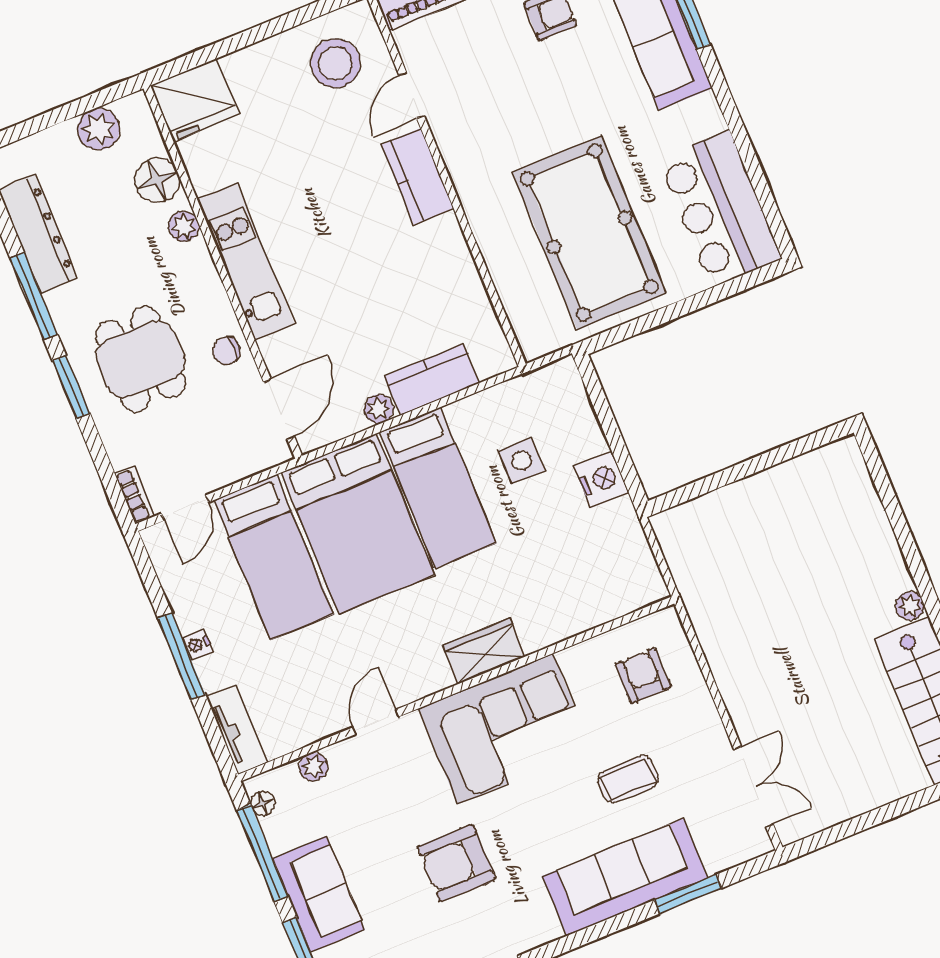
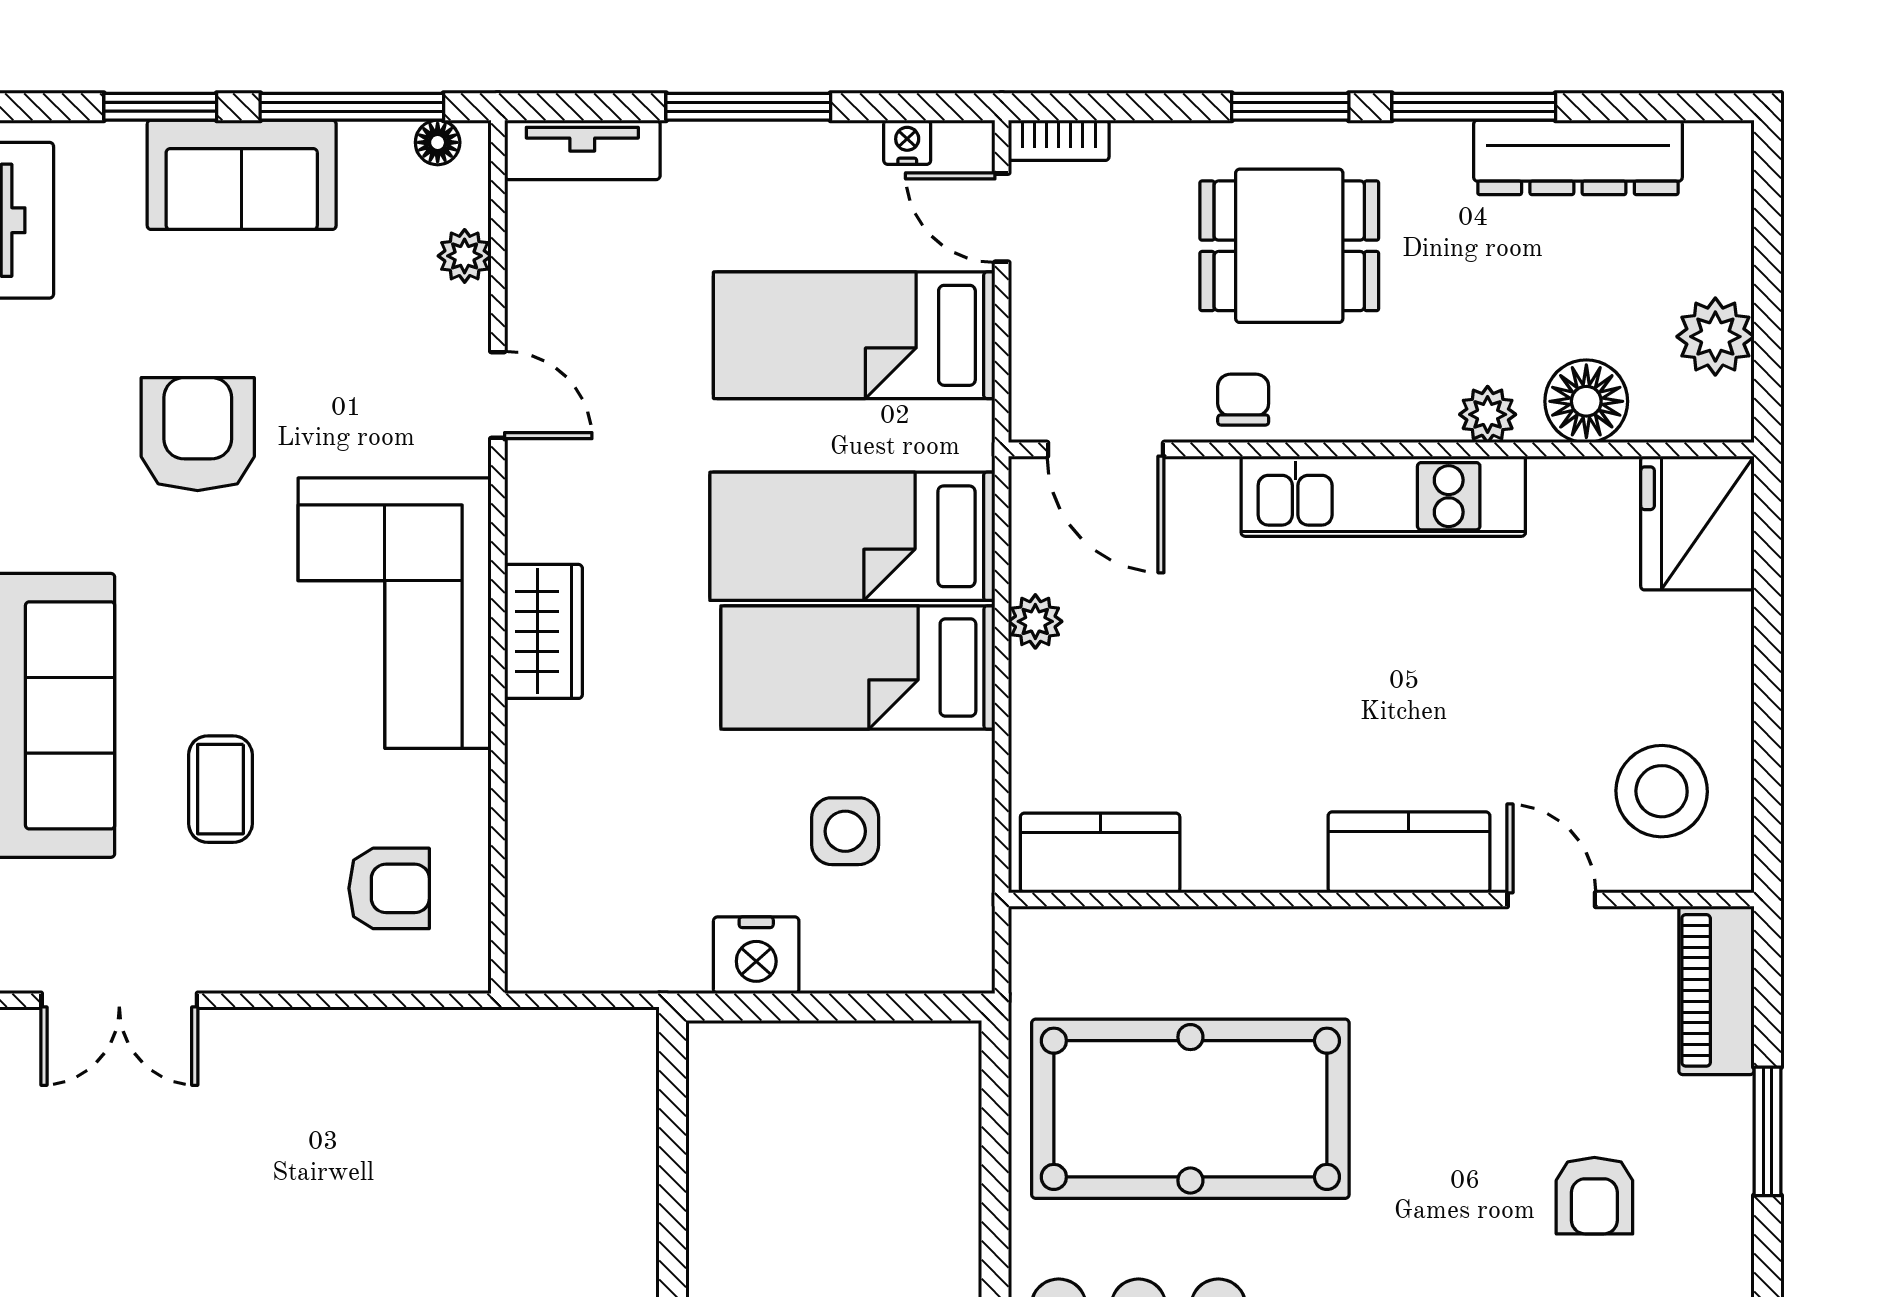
kitchen counter: (432, 380) -> (1100, 853), moved, turned -90
bed: (358, 524) -> (852, 536), width x0.67
nightstand: (197, 644) -> (907, 142), moved

